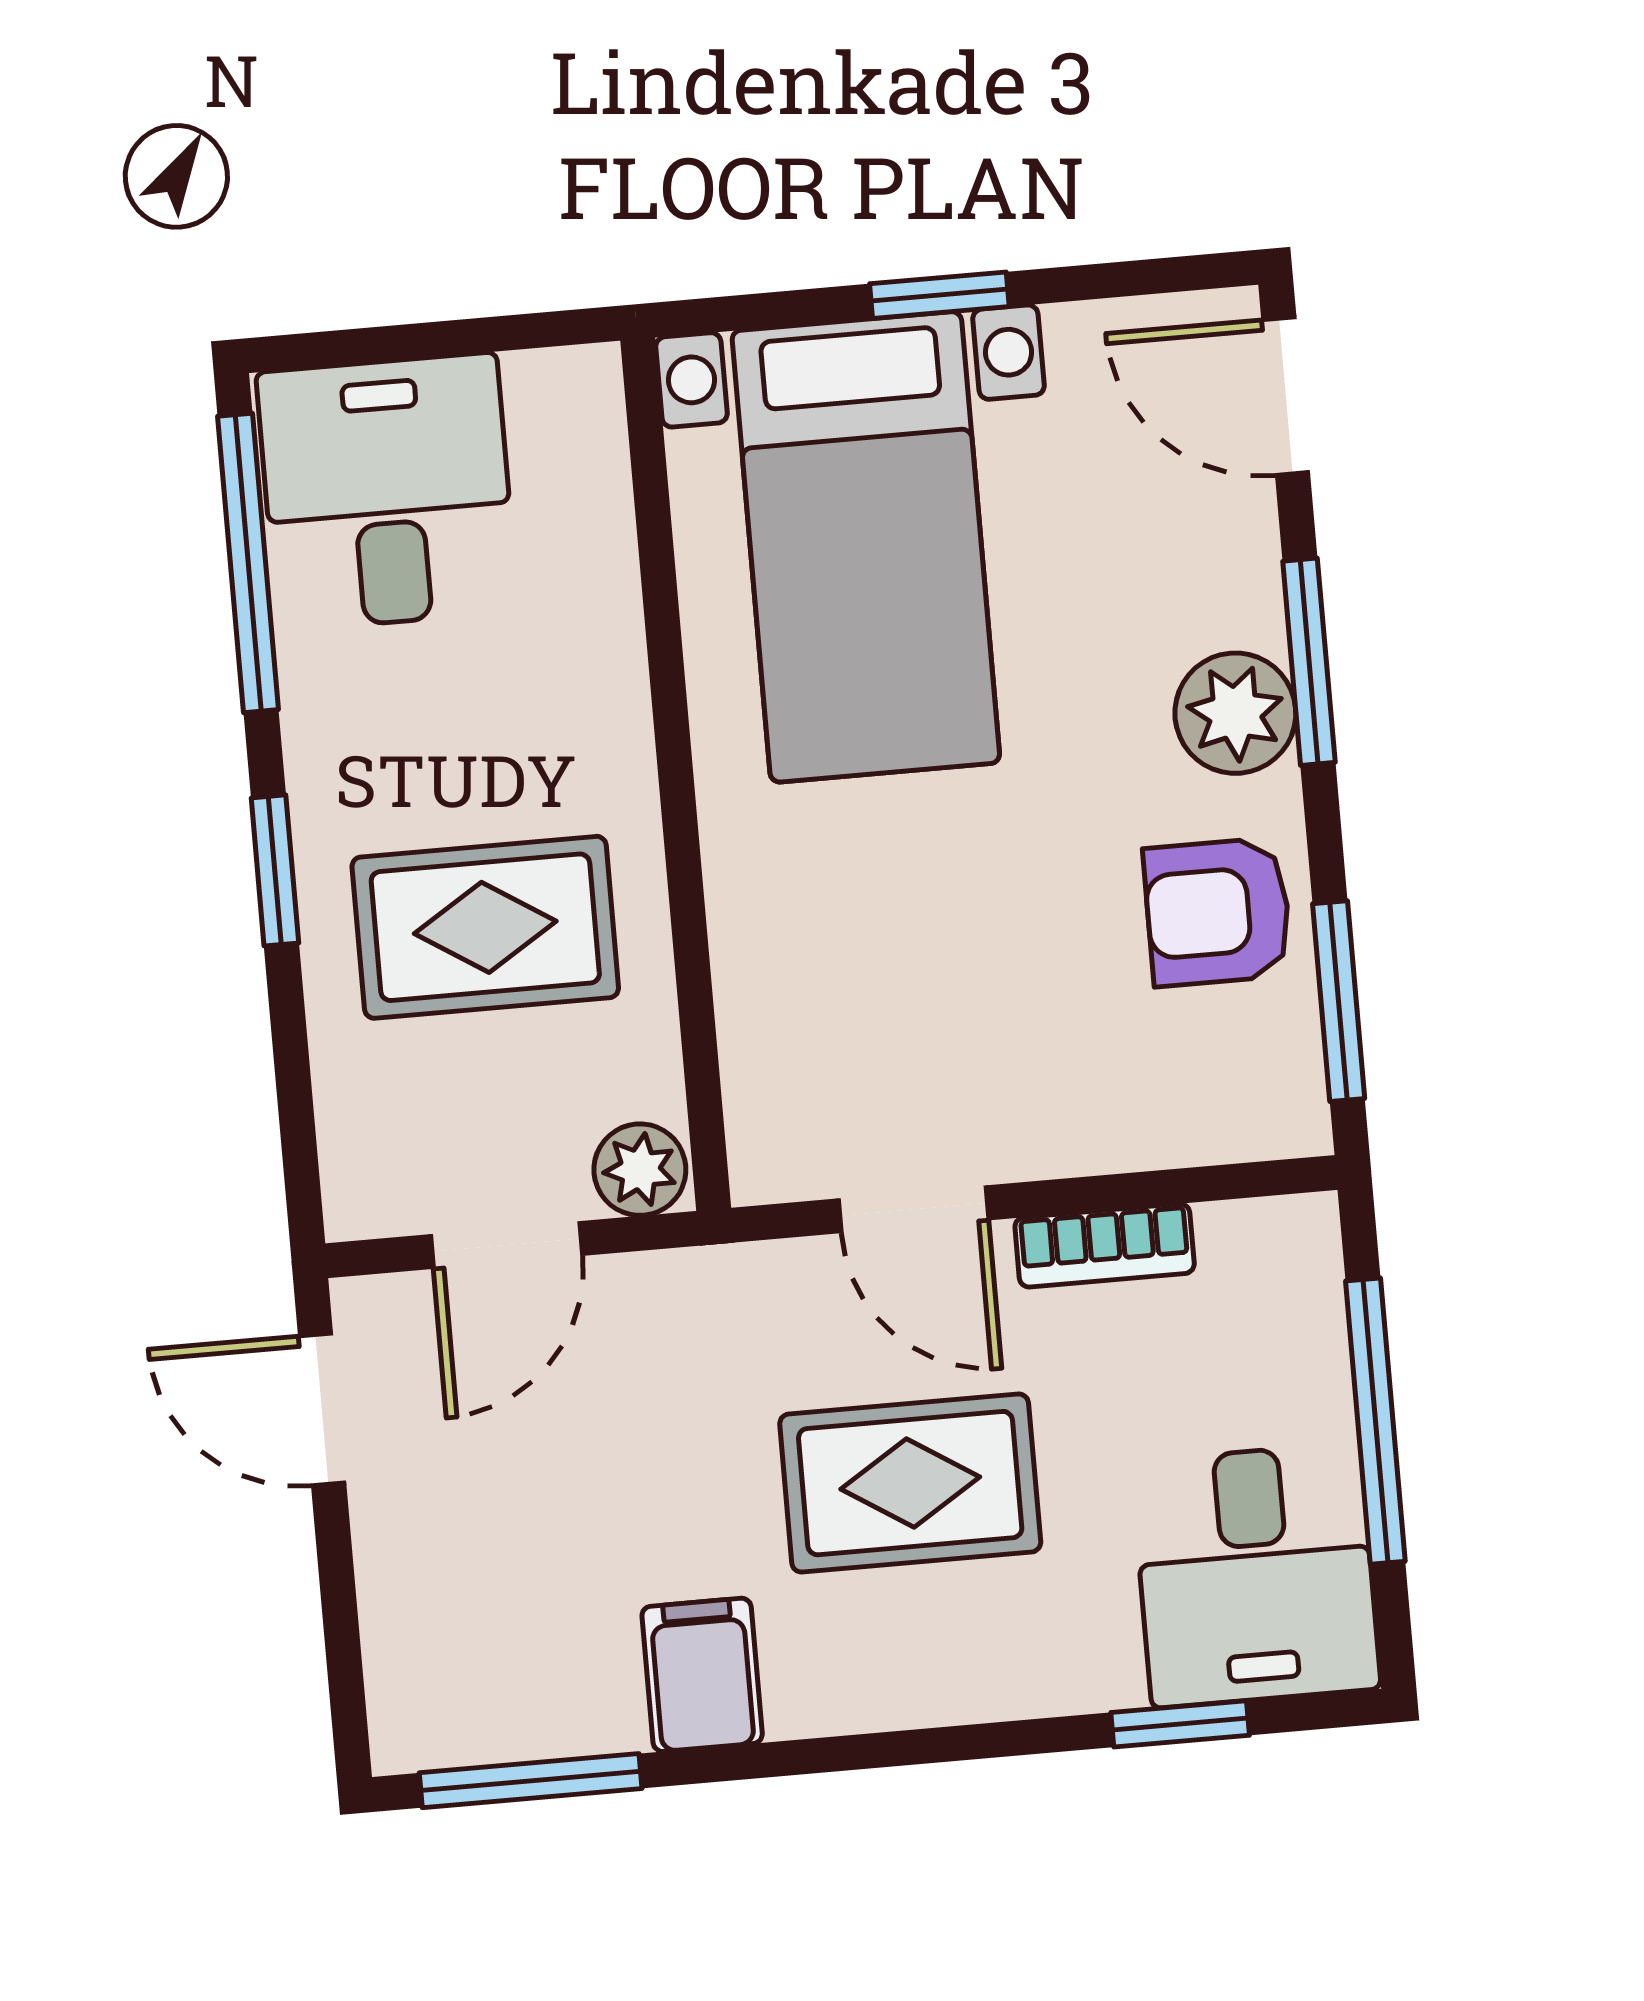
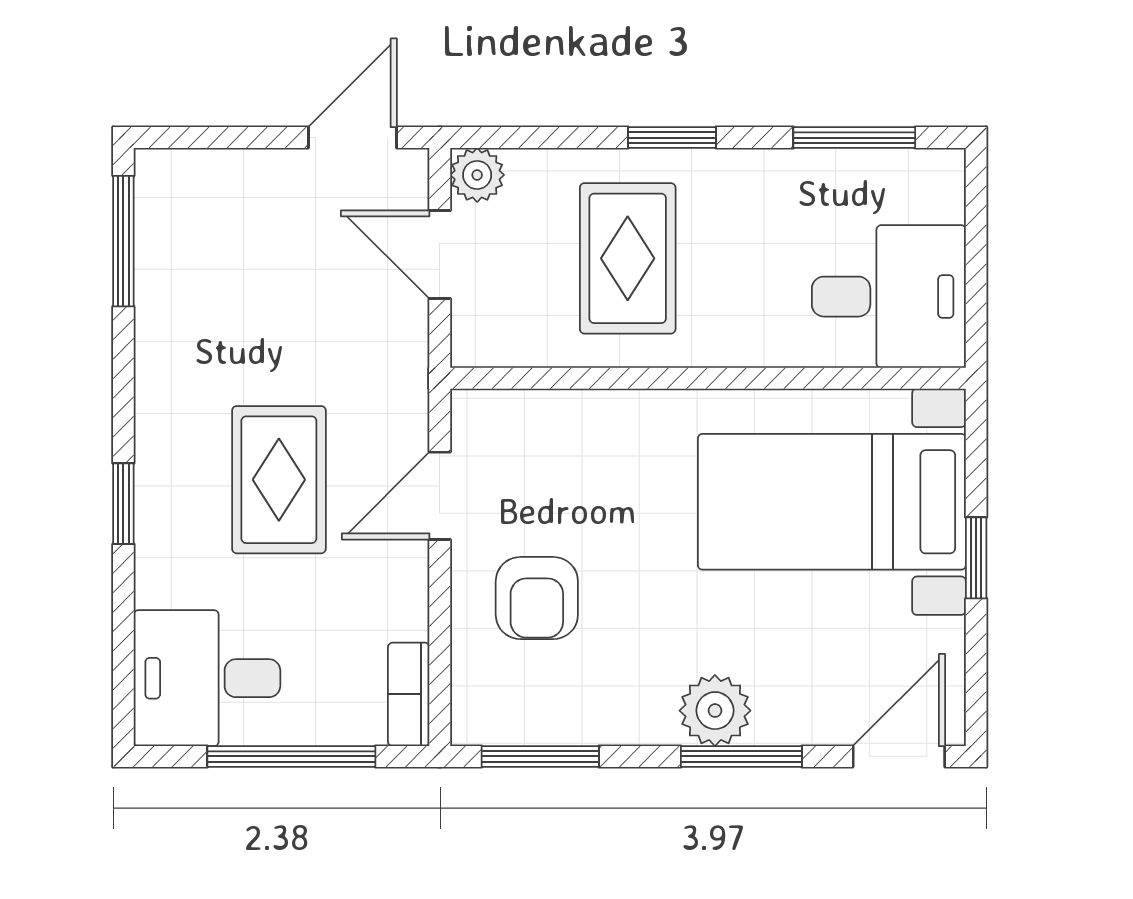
desk: (387, 492) -> (889, 297), moved
window: (248, 563) -> (854, 138), width x0.69
armchair: (1218, 912) -> (537, 598), moved, turned 180
plant: (640, 1170) -> (477, 175), moved
bookcase: (1105, 1245) -> (409, 694), moved
filing cabinet: (702, 1675) -> (177, 347), removed
window: (1180, 1724) -> (123, 504), moved

